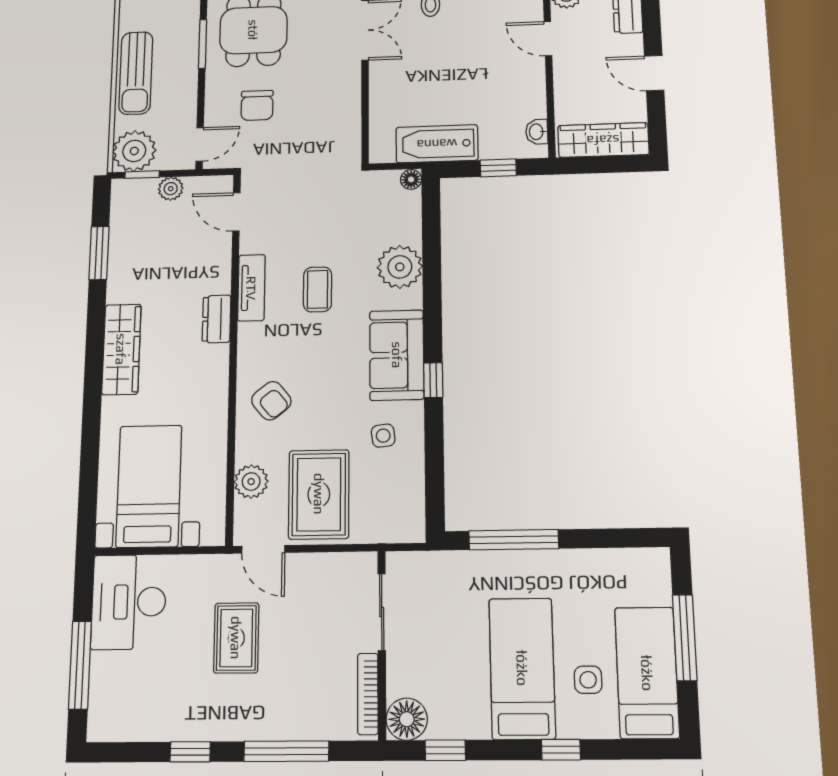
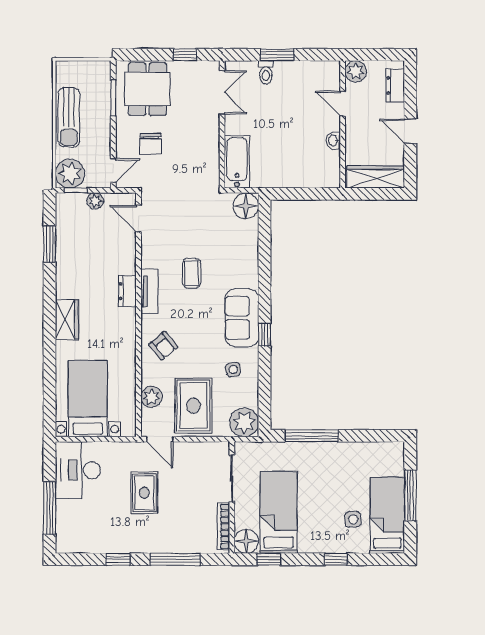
washbasin: (537, 132) -> (333, 140), moved
bathtub: (437, 144) -> (237, 162), moved, turned 90
window: (498, 168) -> (308, 194), removed
floor lamp: (411, 179) -> (246, 206), width x1.89, depth x1.89
plant: (400, 267) -> (244, 422), moved
tv unit: (251, 288) -> (149, 291), moved
wardrobe: (121, 349) -> (67, 320), width x0.67
bed: (522, 668) -> (279, 512), moved

